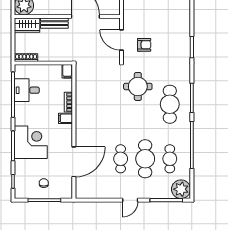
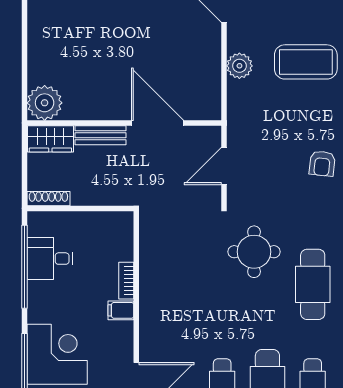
door: (122, 40) -> (224, 166), hinge flipped
armchair: (144, 45) -> (322, 164), moved, turned 96
filing cabinet: (67, 71) -> (124, 224), removed

